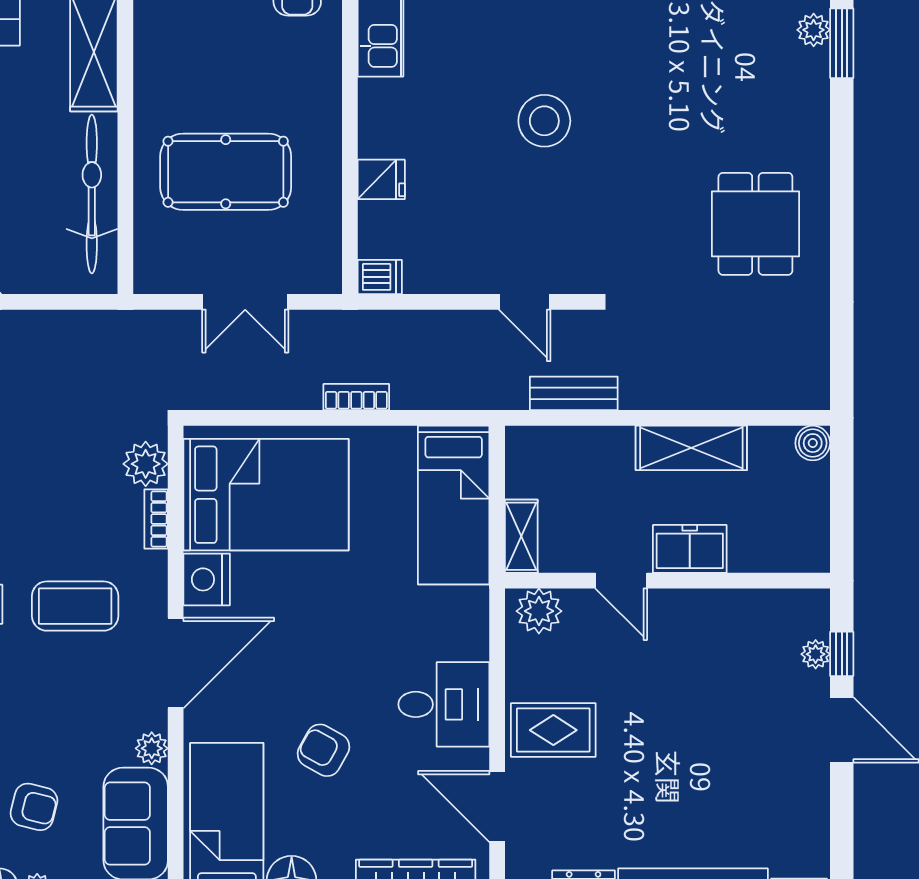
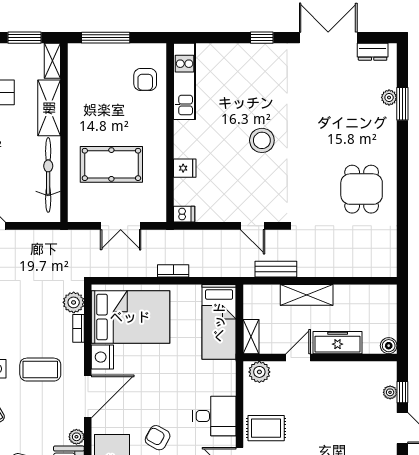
boiler: (813, 443) -> (389, 346), moved
shelving: (691, 448) -> (307, 295), moved
freezer: (690, 549) -> (338, 343), width x1.40
door: (621, 581) -> (298, 358), swing flipped

